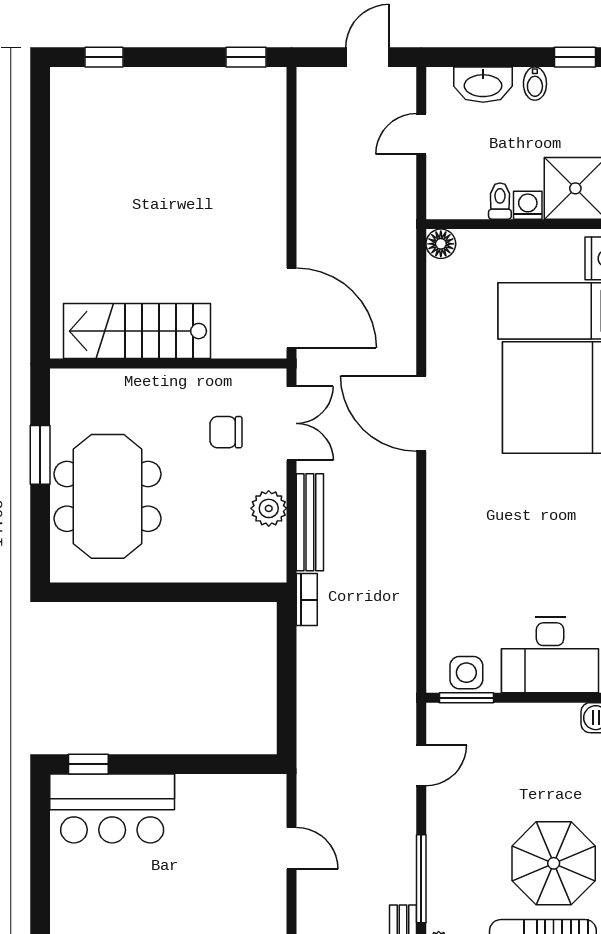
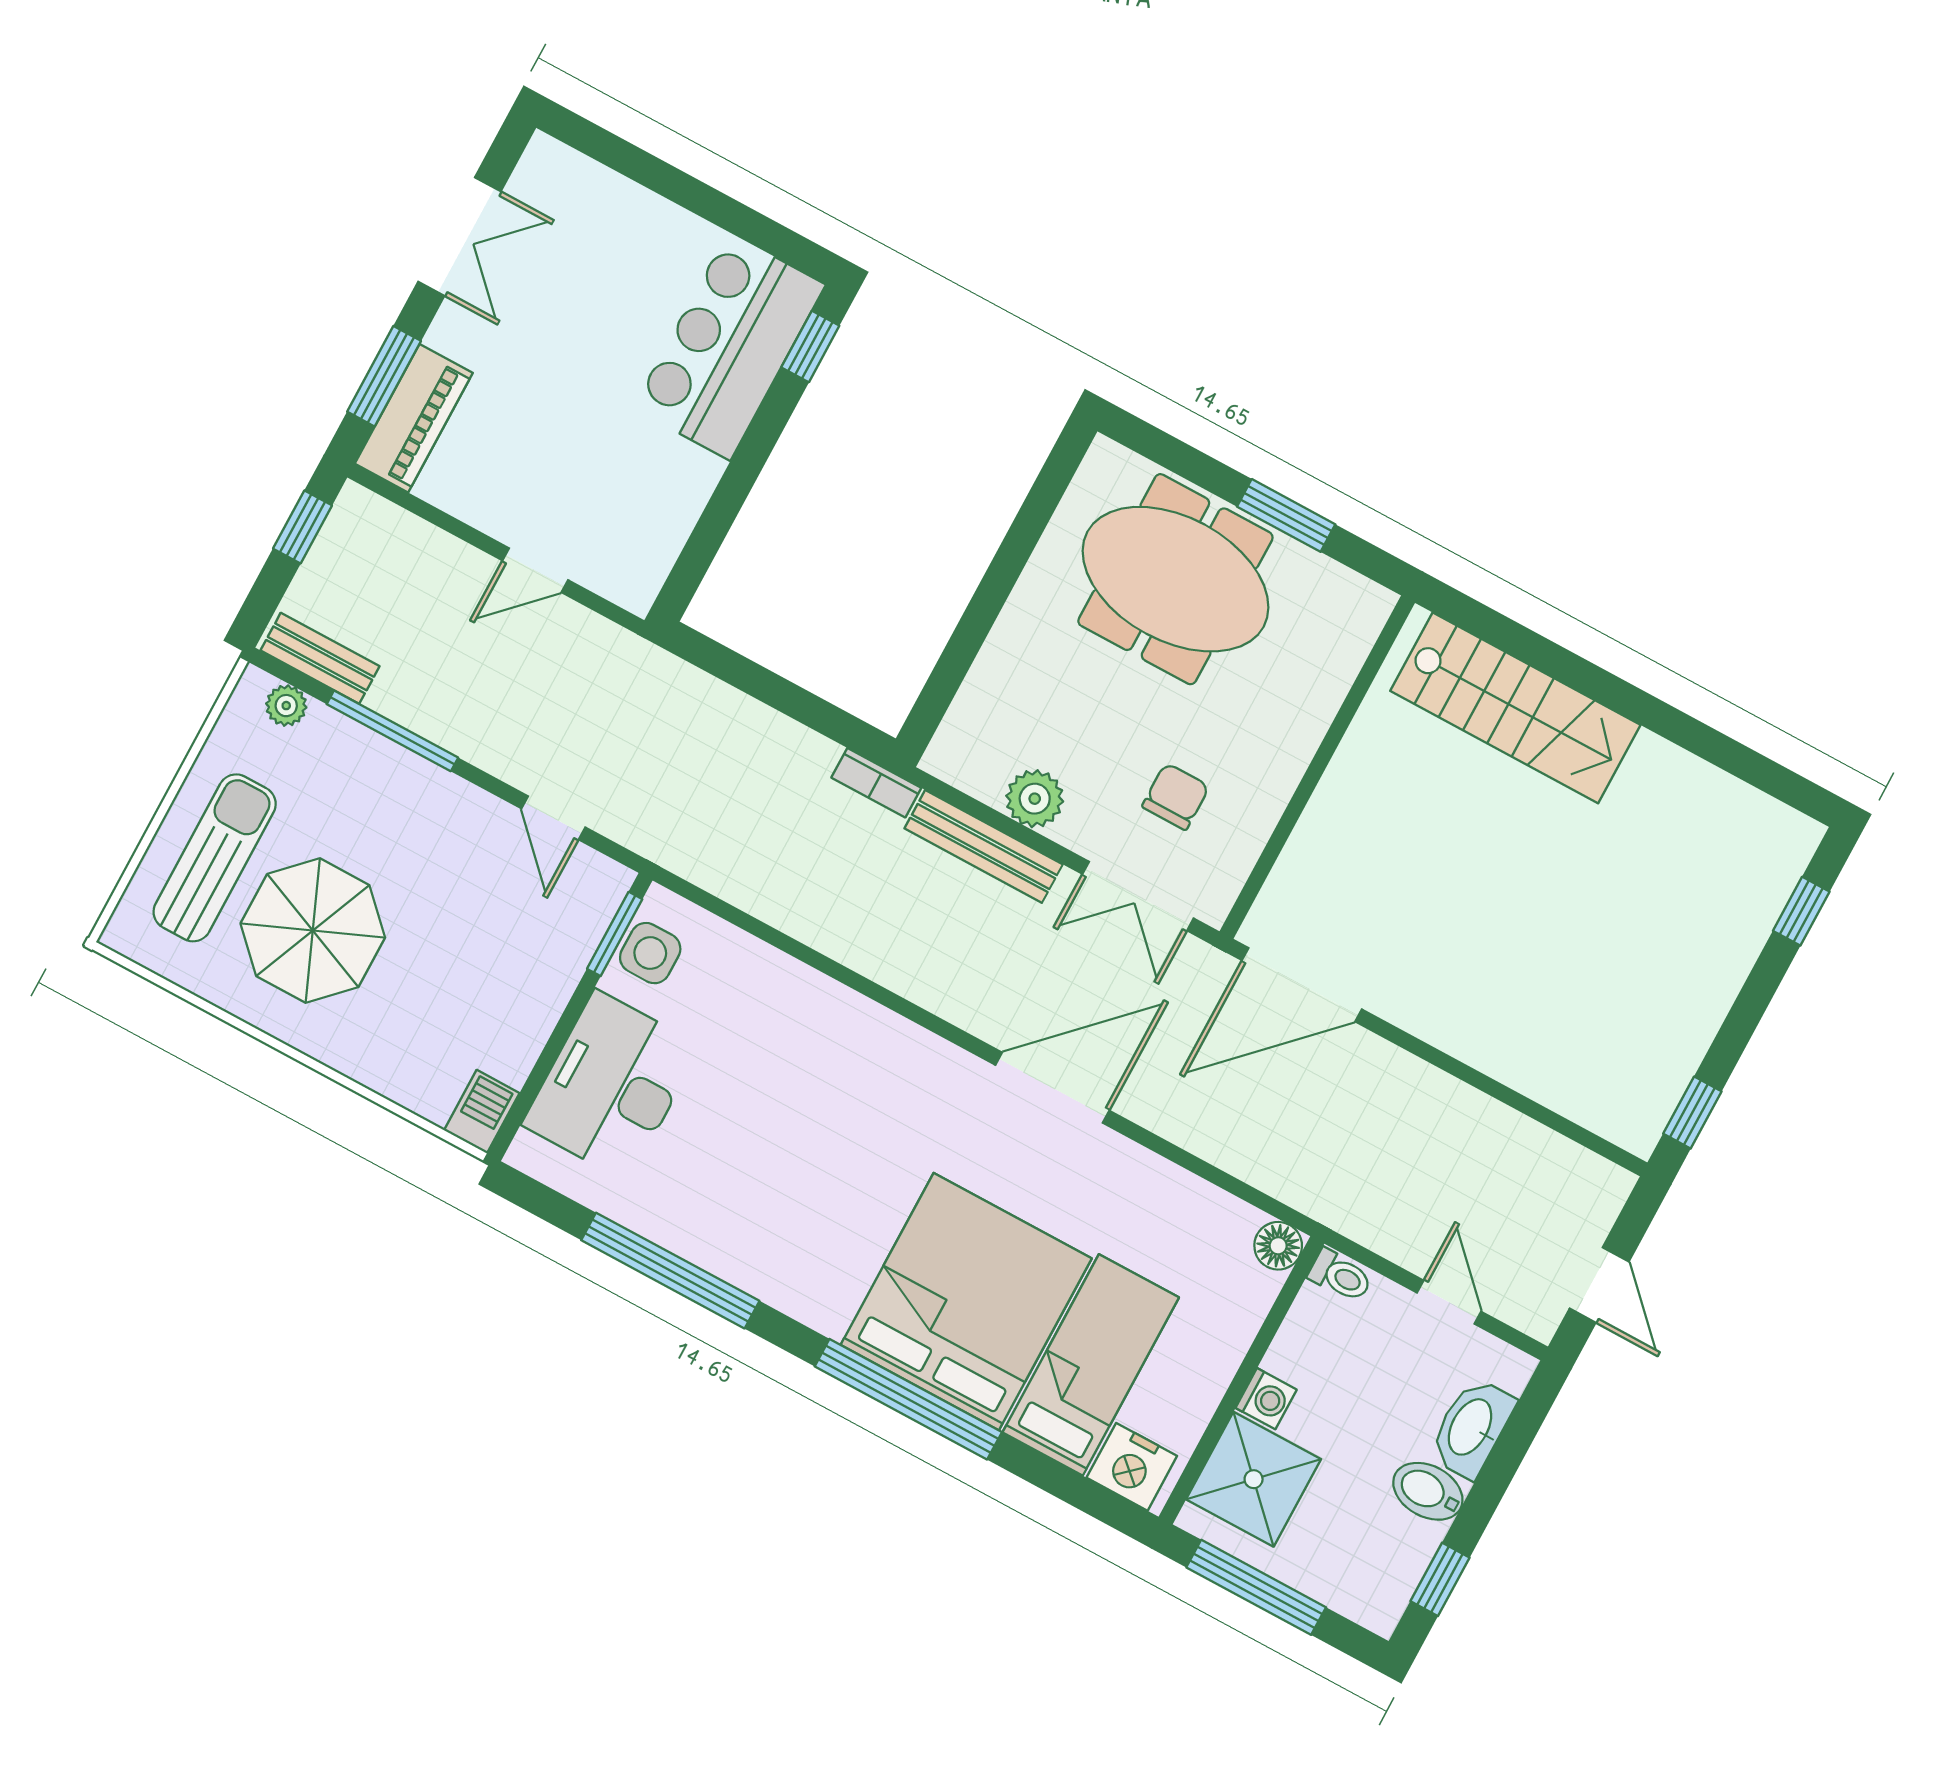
bidet: (535, 84) -> (1428, 1491), width x1.38, depth x1.36
toilet: (500, 201) -> (1340, 1276), moved
stairs: (137, 331) -> (1515, 708), moved, turned 90

